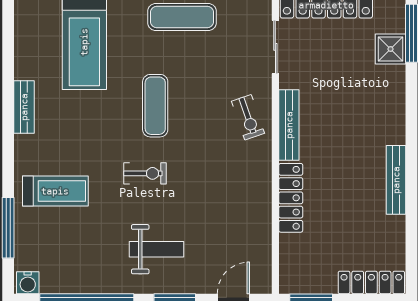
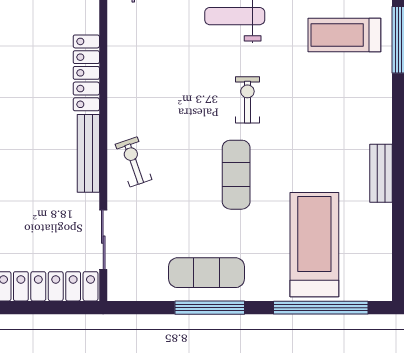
exercise bike: (145, 173) -> (247, 100), turned 90
treadmill: (55, 191) -> (344, 35), moved

